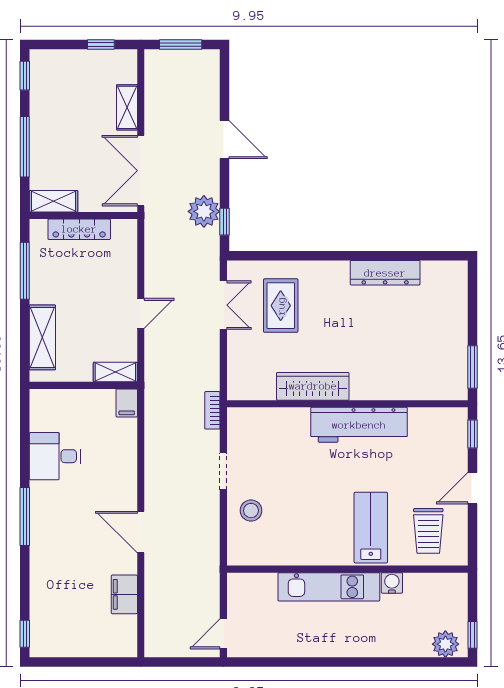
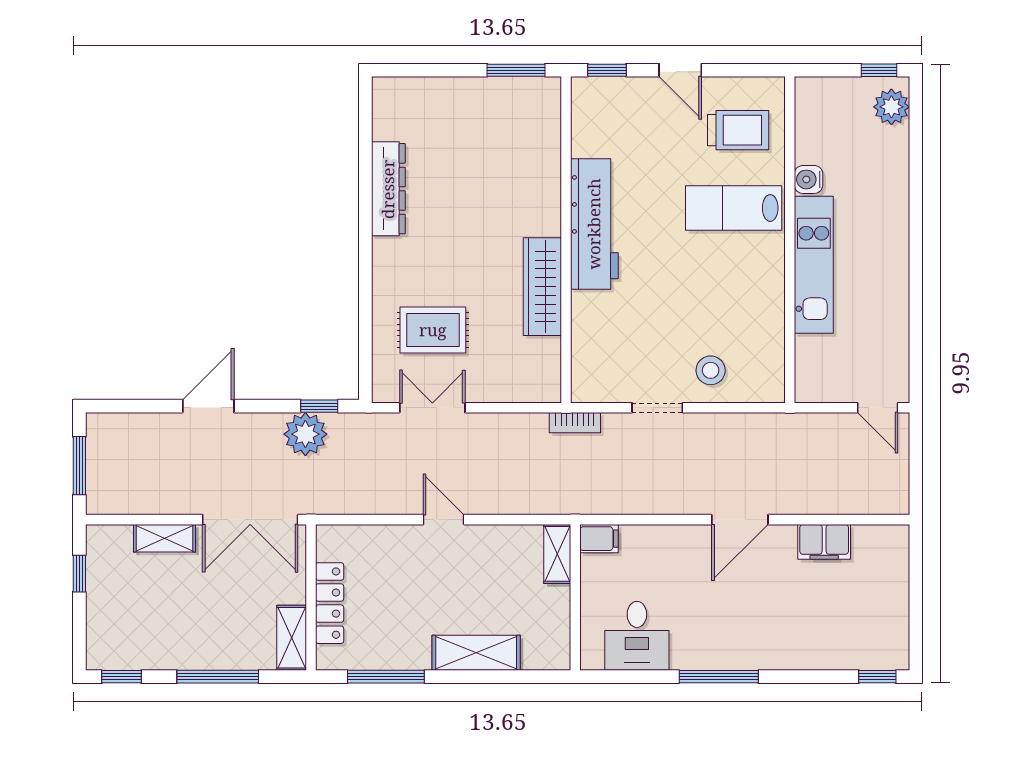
shelving: (115, 372) -> (557, 554), moved
wall: (83, 385) -> (575, 597), moved
filing cabinet: (127, 403) -> (599, 539), moved

